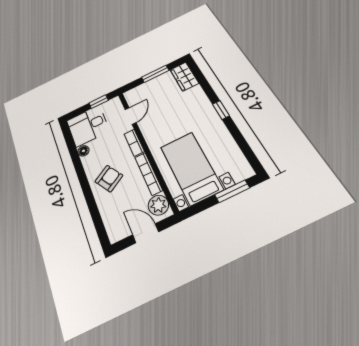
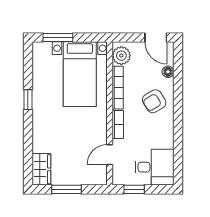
window: (221, 110) -> (28, 100), moved
floor lamp: (83, 151) -> (168, 72), moved
door: (146, 233) -> (156, 38), moved

